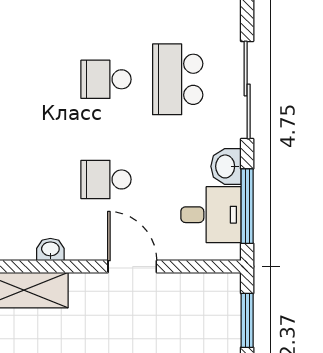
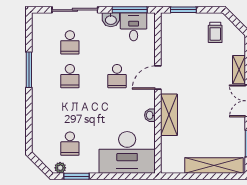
school desk: (178, 79) -> (70, 42), width x0.54
washbasin: (50, 250) -> (150, 115), moved
door: (132, 267) -> (158, 78), moved

